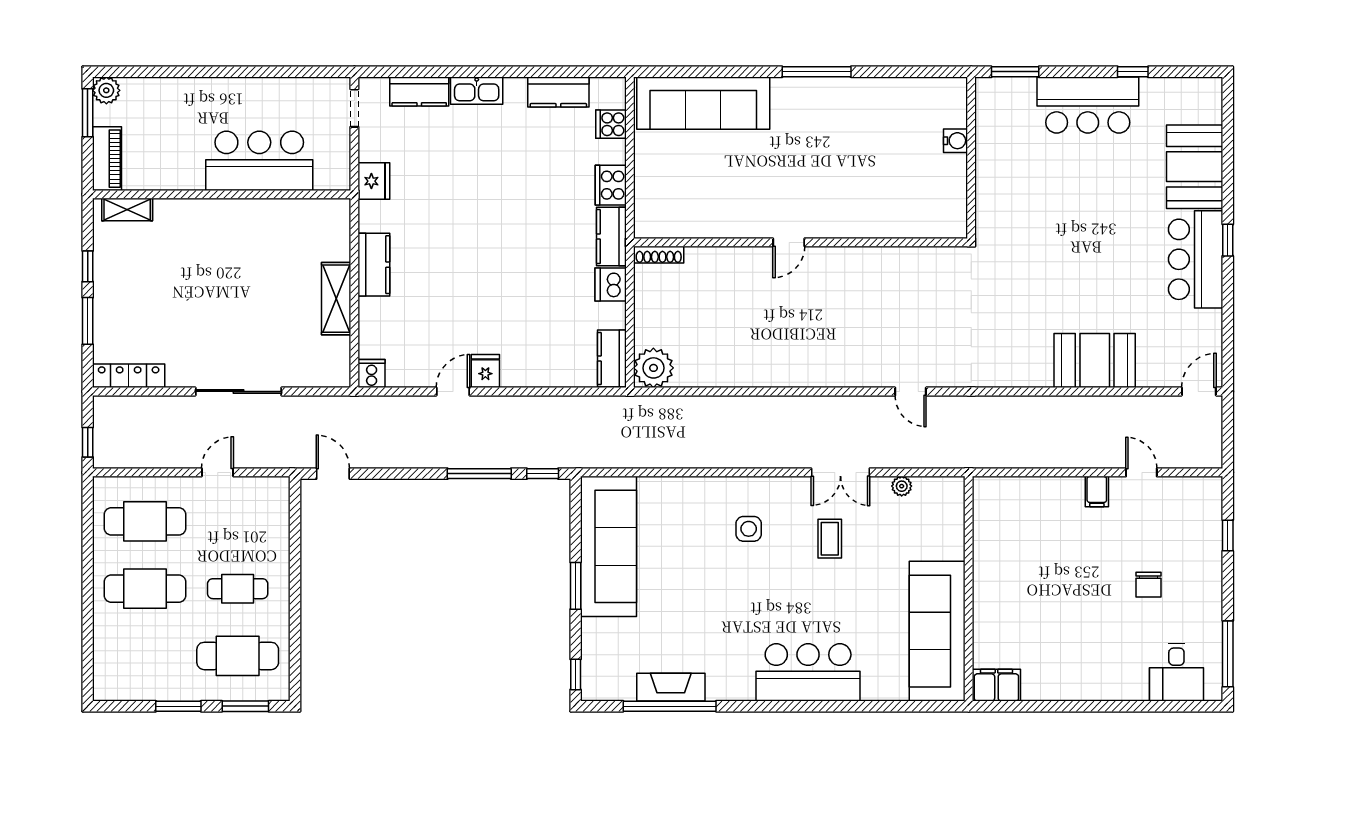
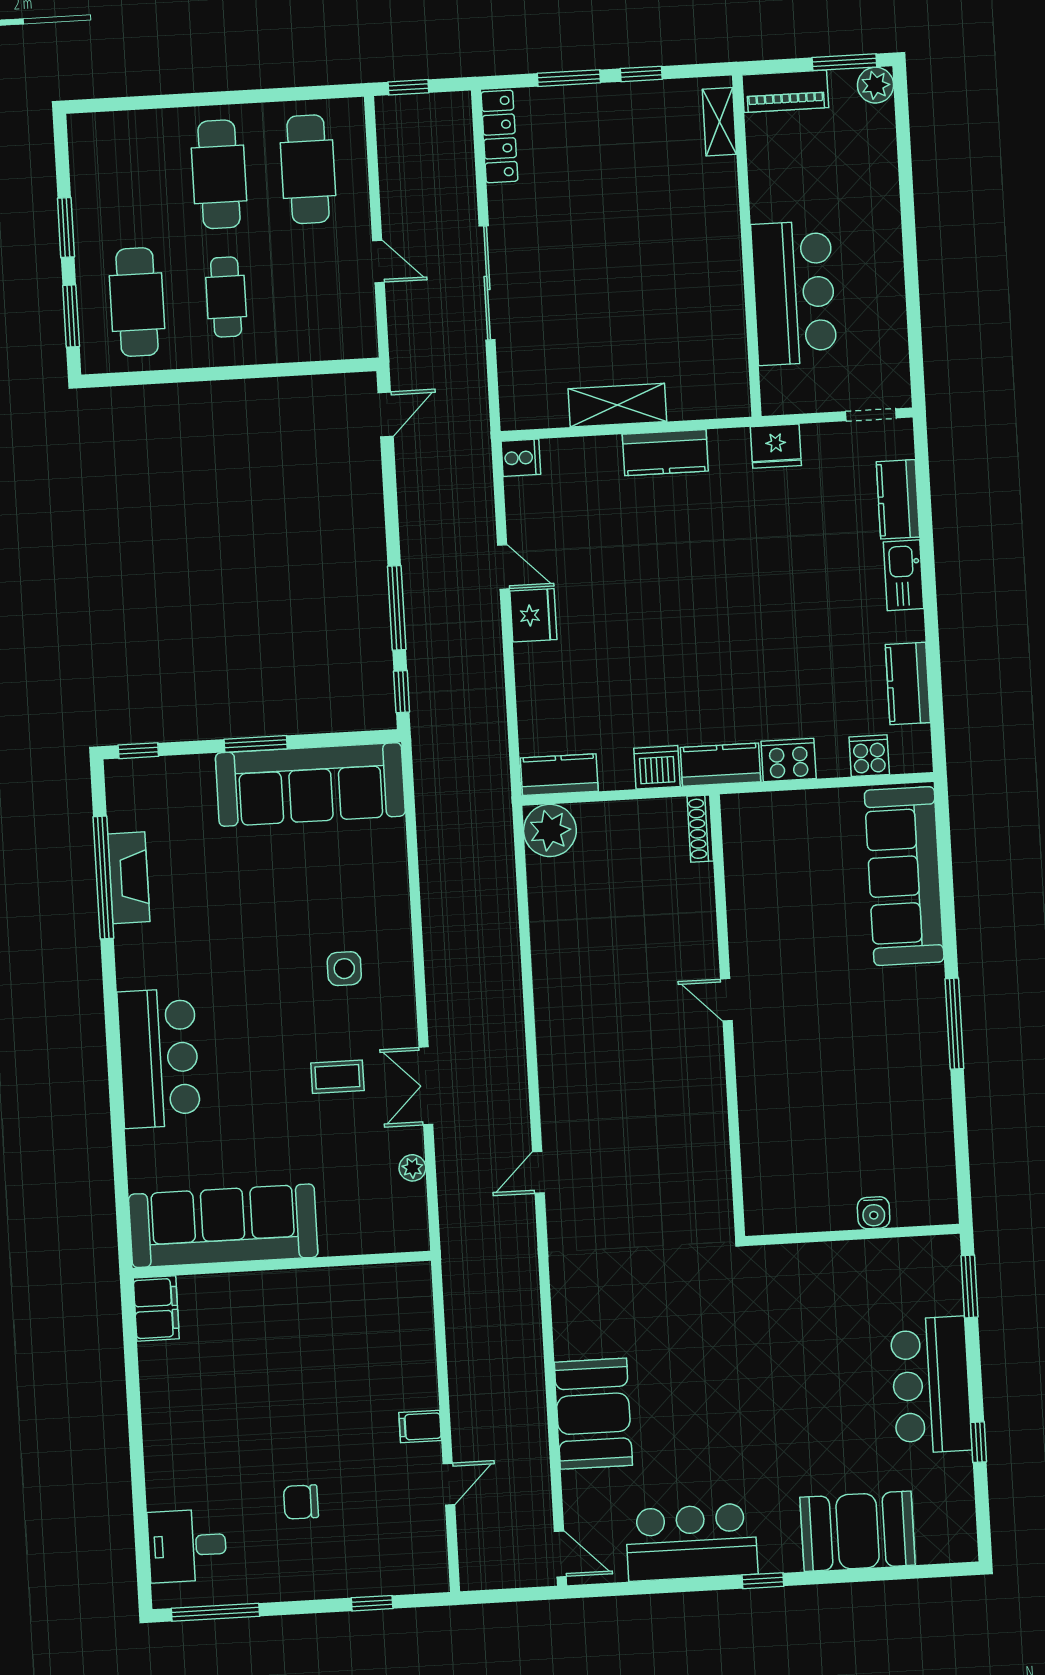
bar counter: (1196, 259) -> (691, 1542), moved
fridge: (485, 371) -> (533, 615), width x1.38

